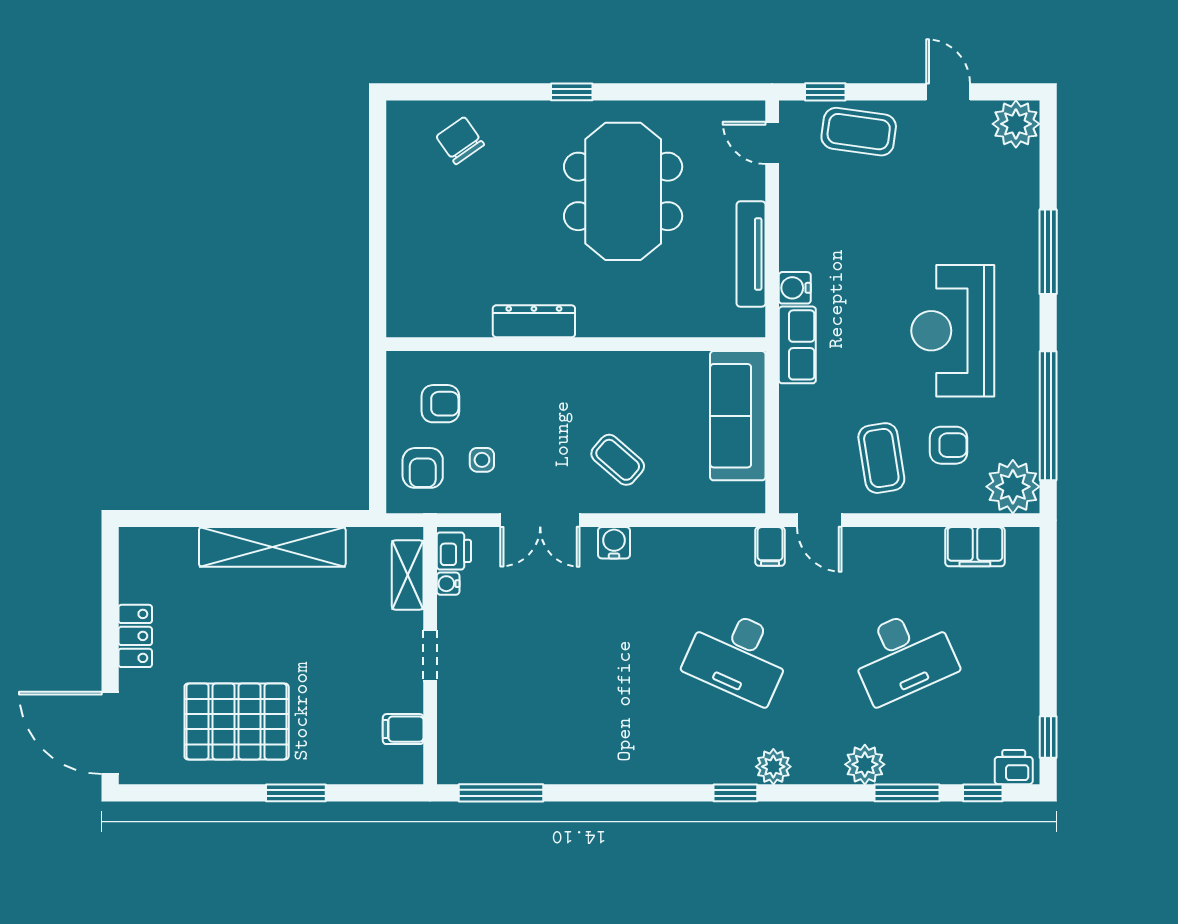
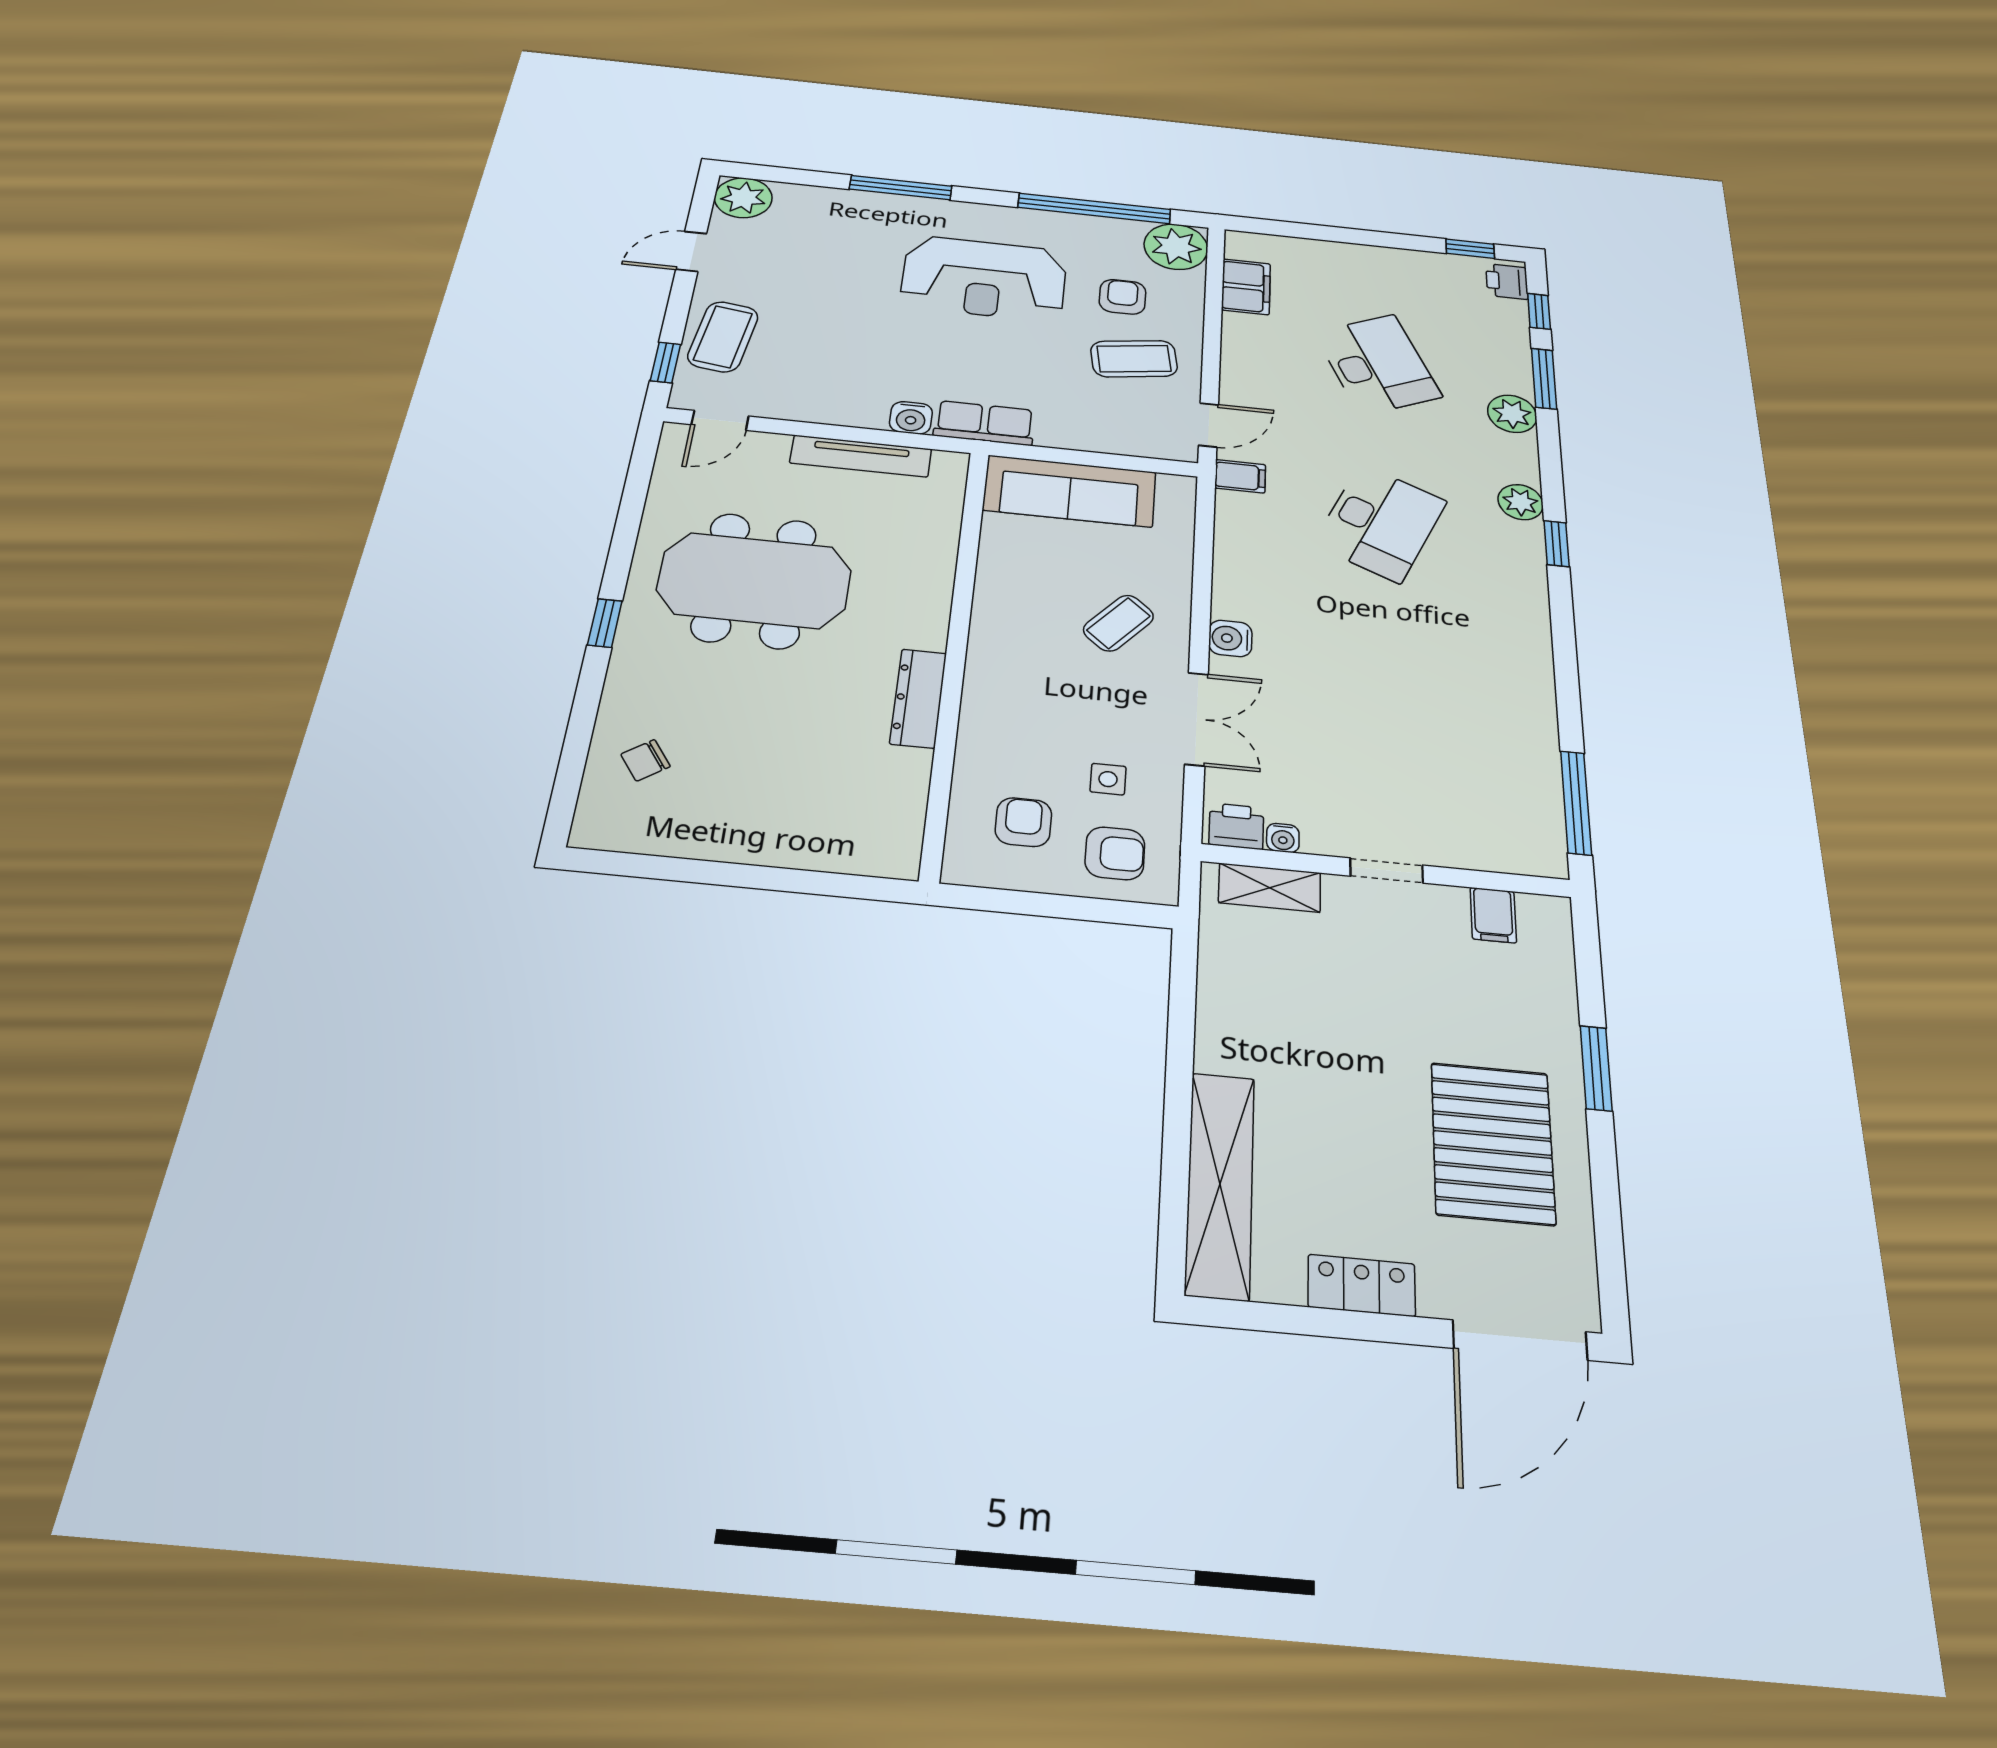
chair: (460, 141) -> (645, 760), width x0.73, depth x0.73
shelving: (272, 547) -> (1220, 1184), moved

